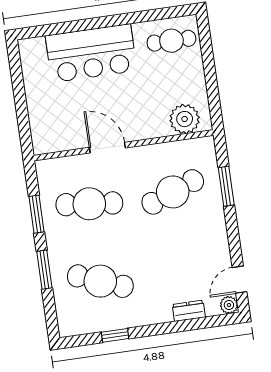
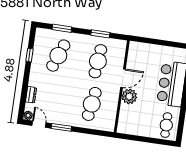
plant: (185, 119) -> (129, 96), moved
window: (226, 186) -> (61, 127), moved
cafe table: (173, 192) -> (92, 104), turned 30
window: (44, 270) -> (62, 28), moved

